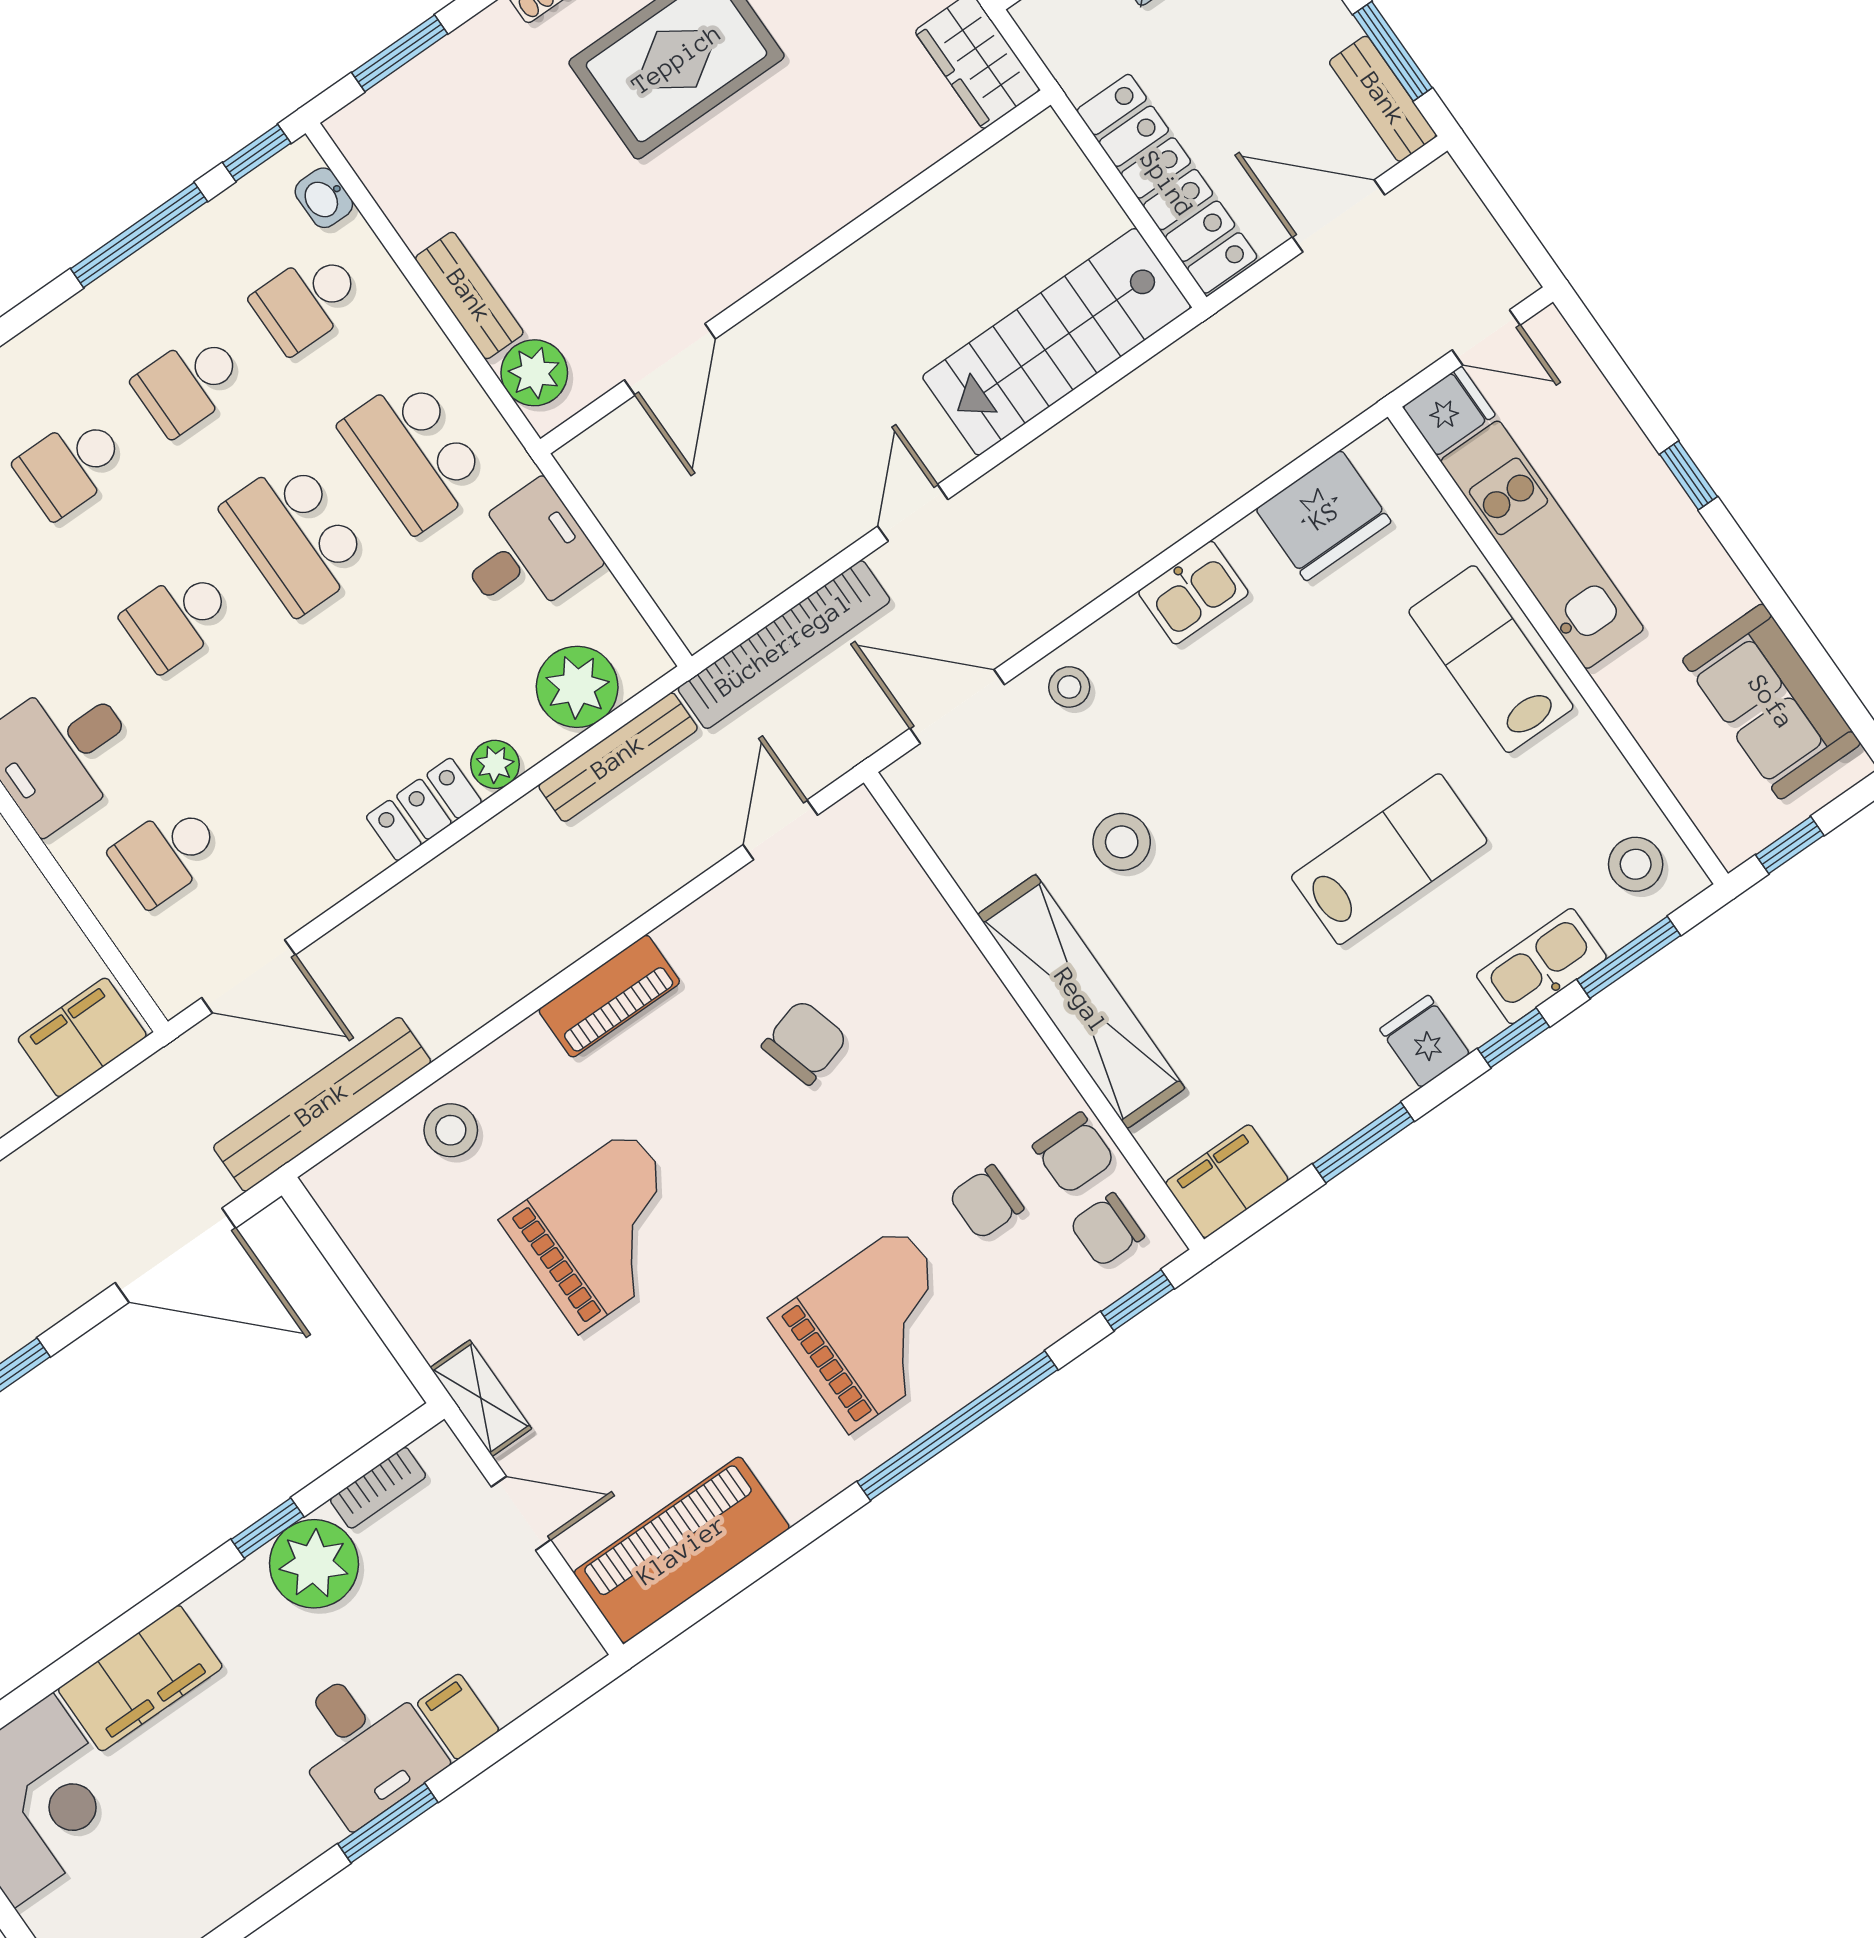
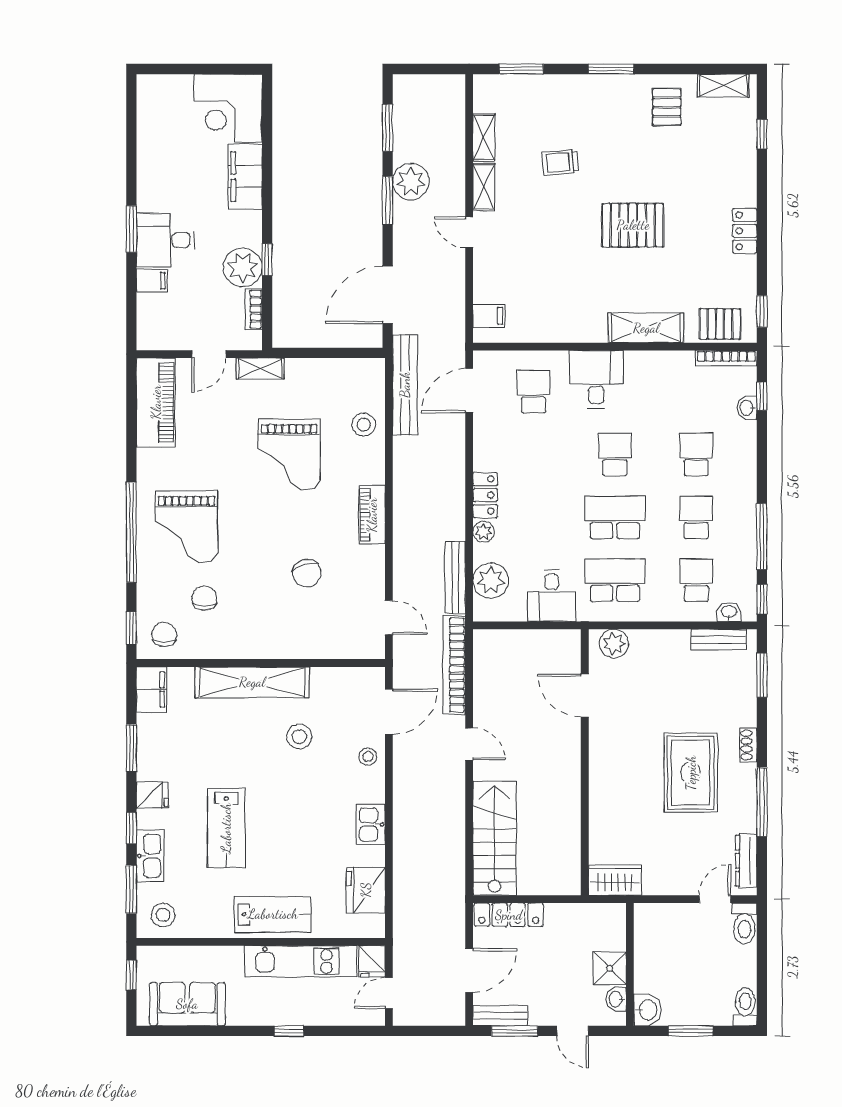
locker: (1167, 184) -> (509, 915), width x0.71, depth x0.83
bench: (469, 296) -> (718, 640), moved
filing cabinet: (82, 1037) -> (489, 316), width x0.50
chair: (1074, 1153) -> (200, 642), removed

